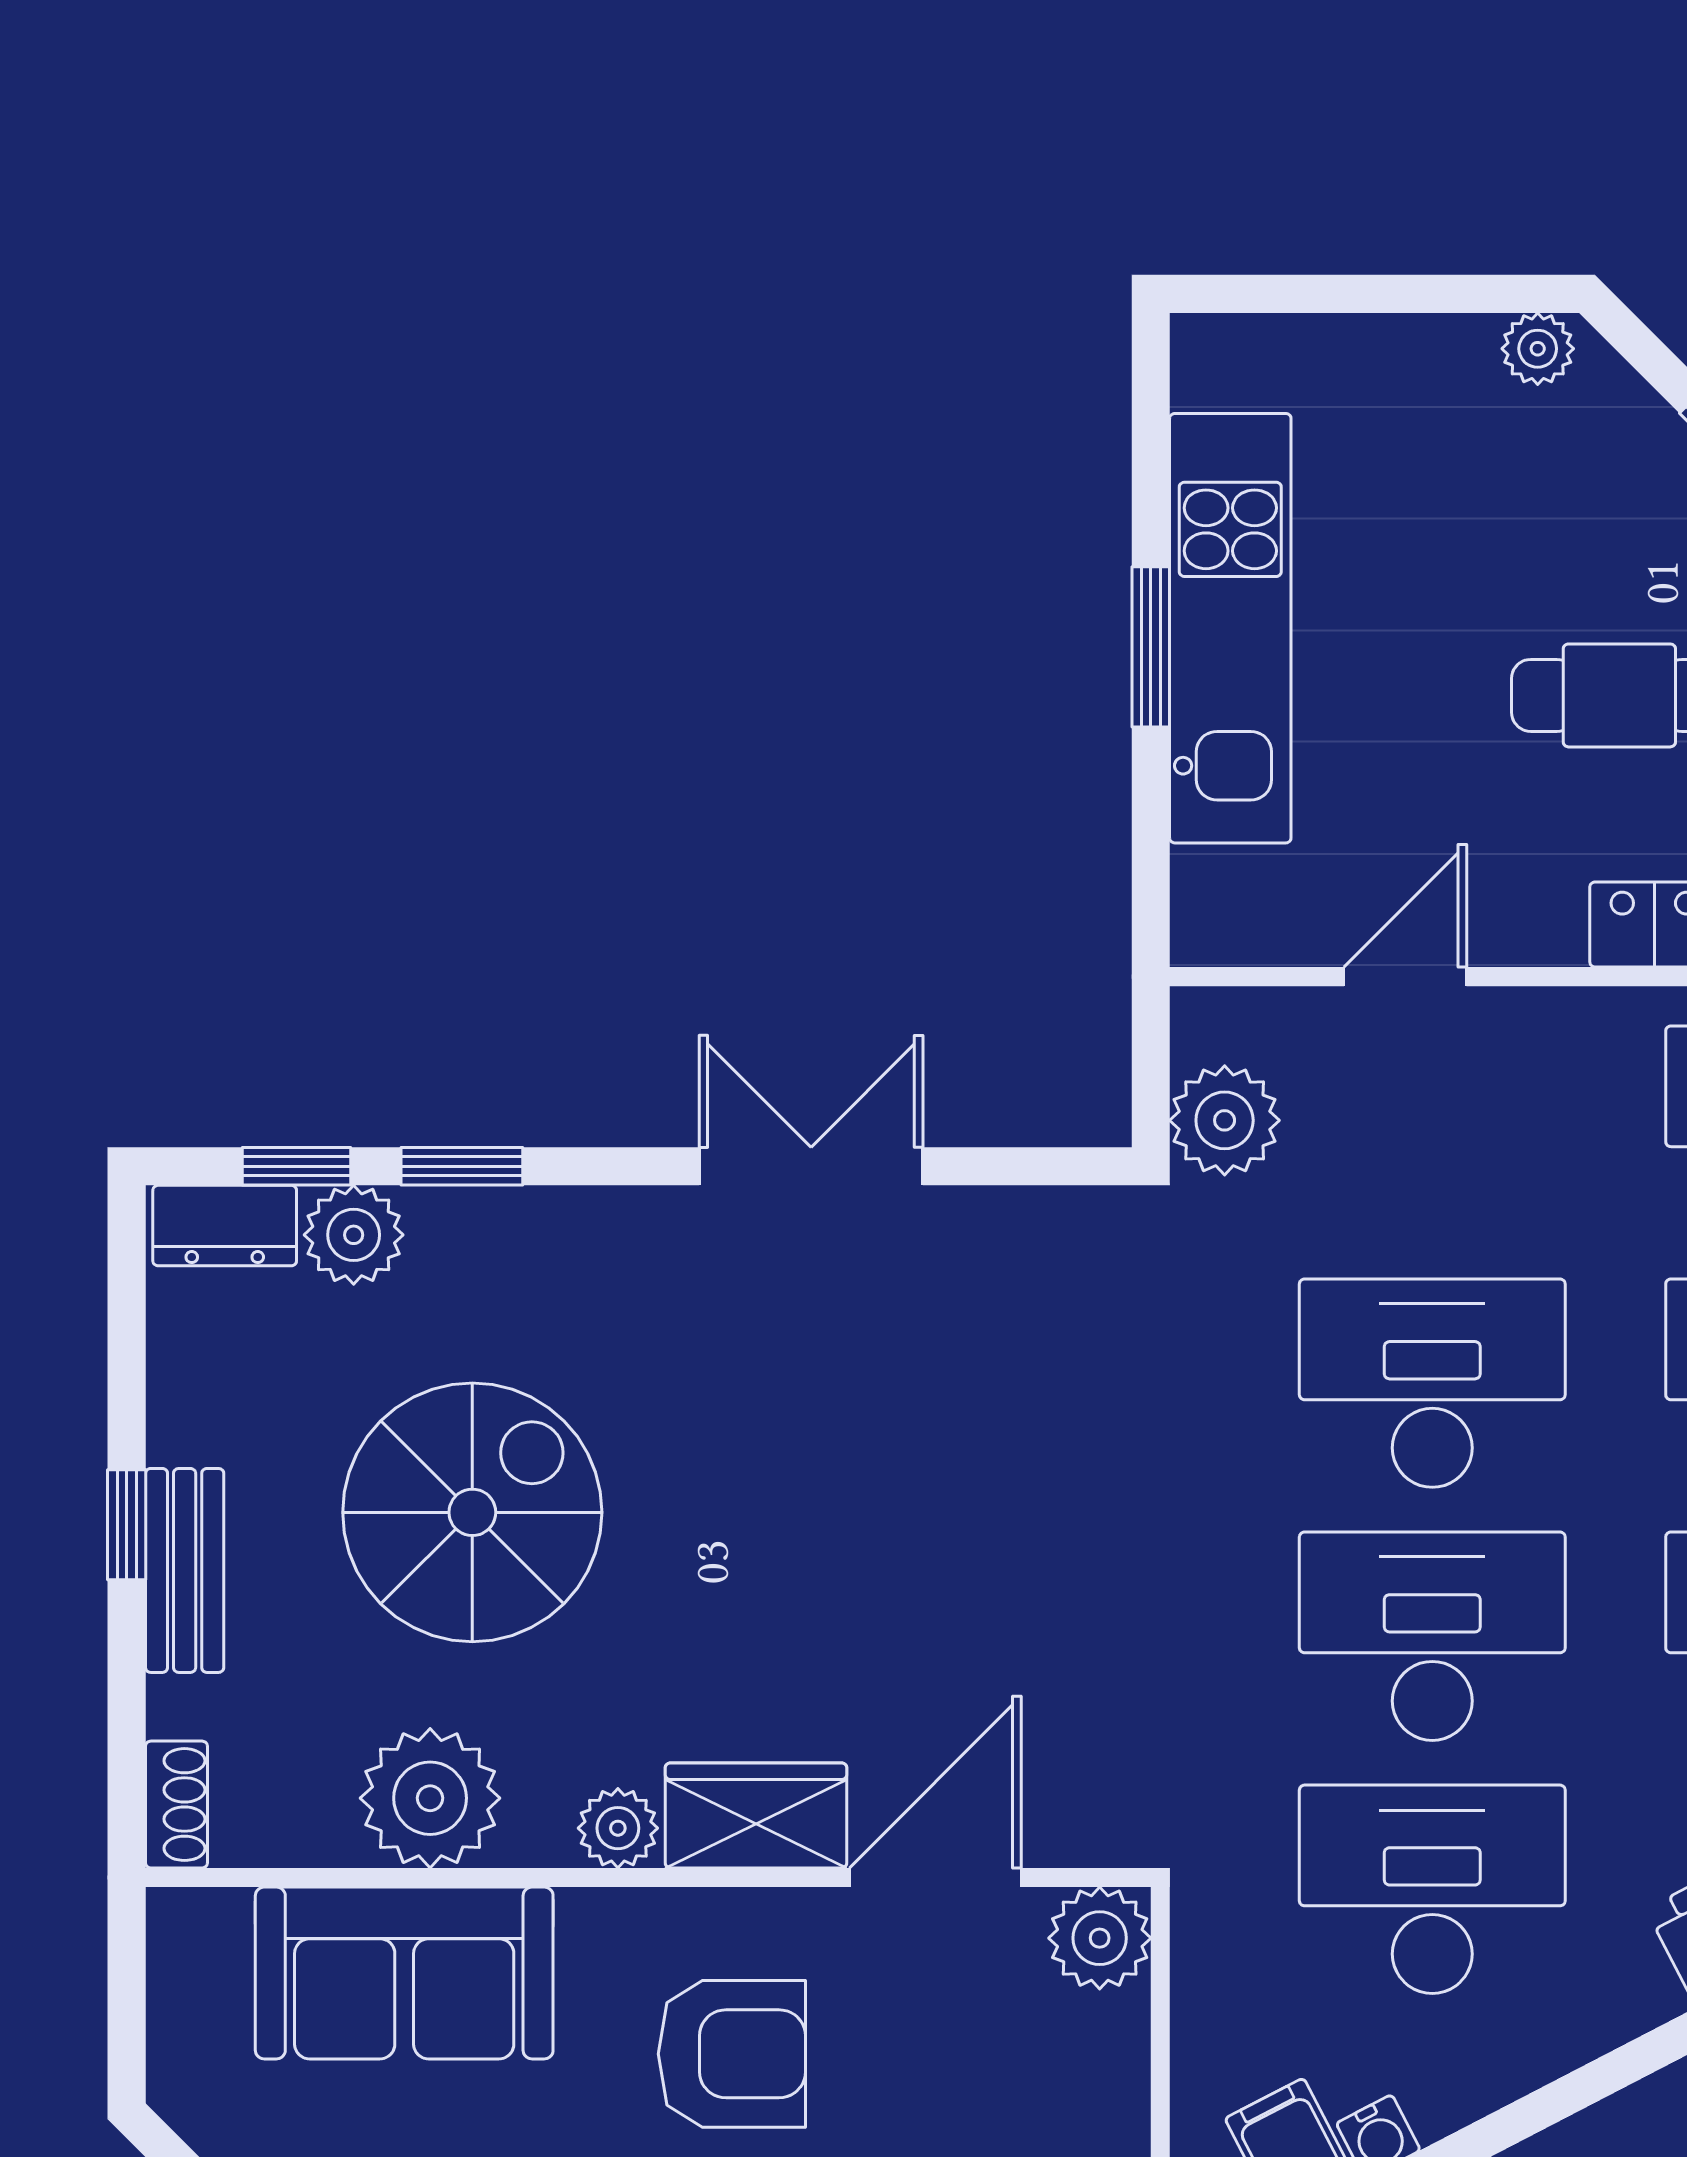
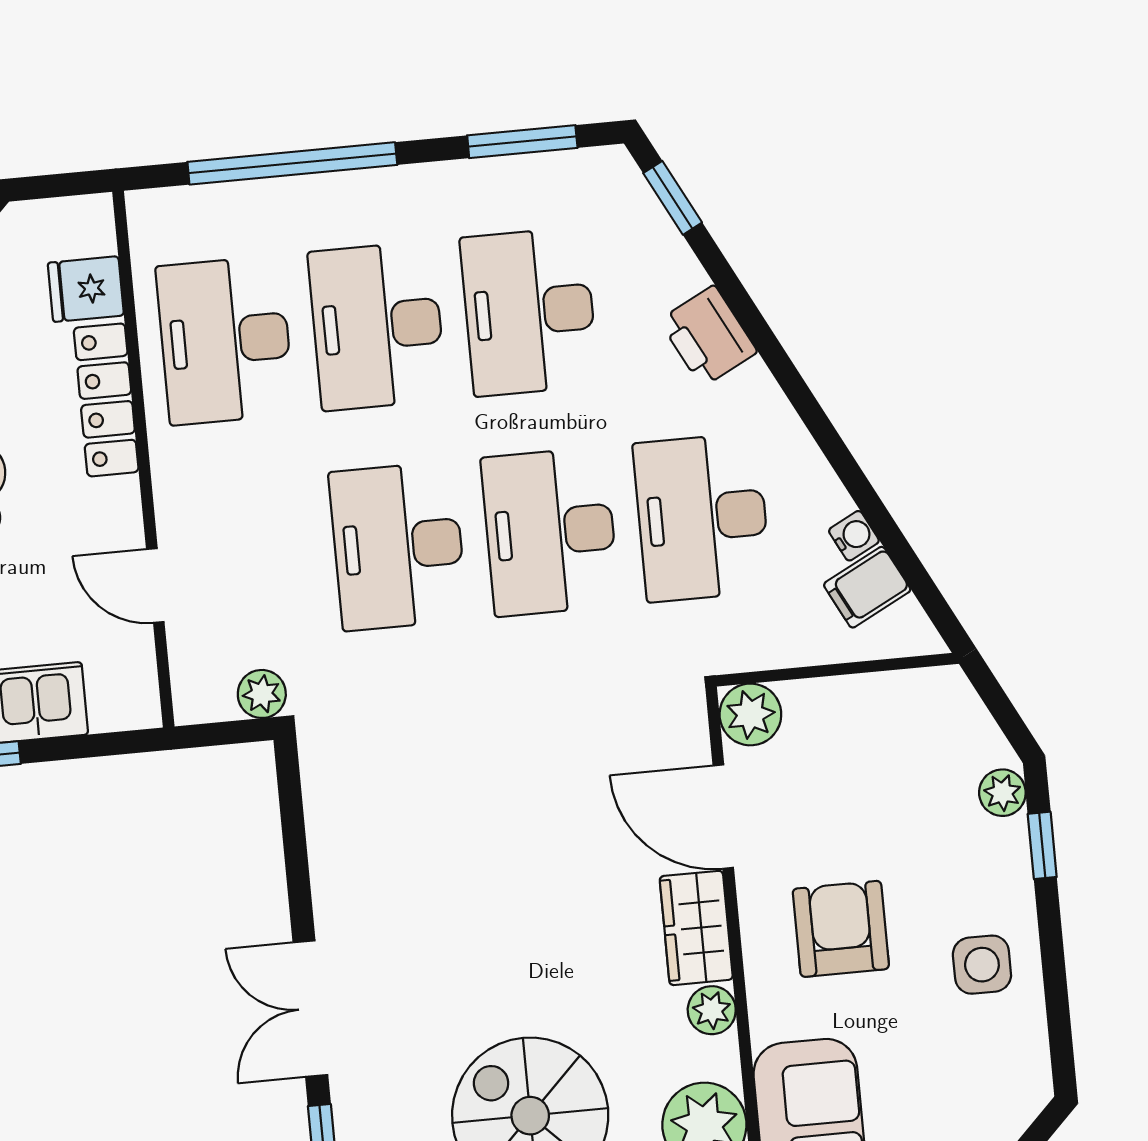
plant: (1225, 1120) -> (262, 694), width x0.73, depth x0.73
double door: (811, 1166) -> (310, 1009), moved

